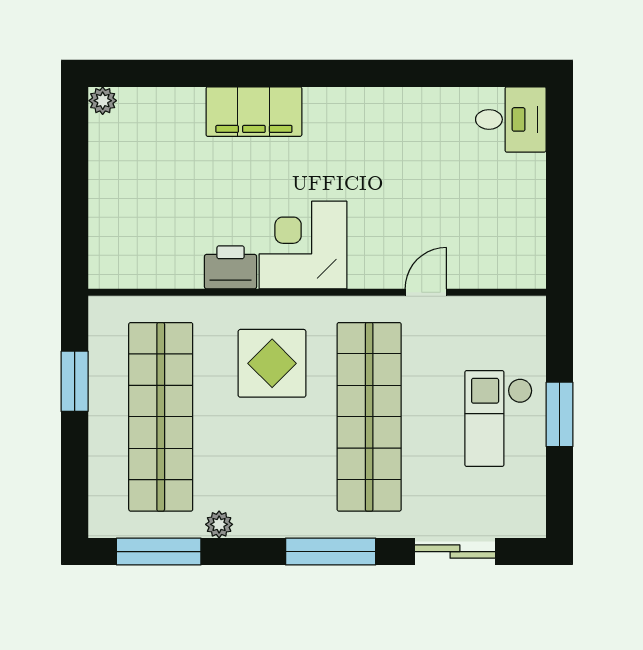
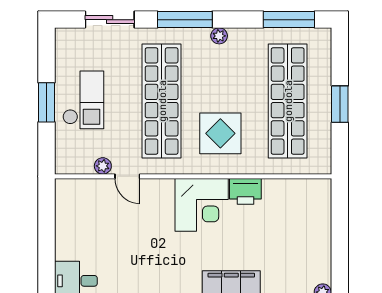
door: (426, 292) -> (127, 176), hinge flipped
plant: (466, 309) -> (103, 166), added
window: (75, 381) -> (340, 104), moved
plant: (219, 524) -> (219, 36), moved

